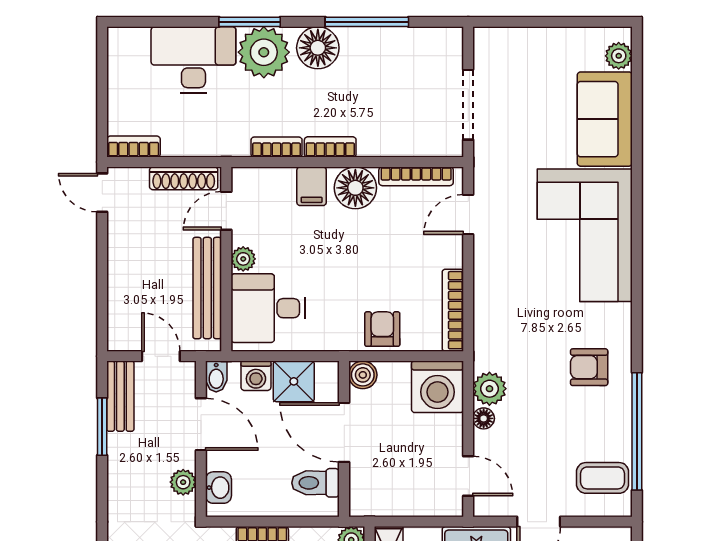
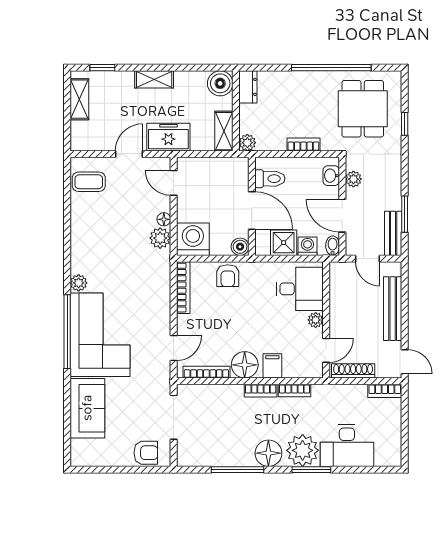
plant: (619, 56) -> (79, 283), moved
bench: (207, 288) -> (393, 309), moved
armchair: (589, 367) -> (146, 453), moved
window: (637, 431) -> (67, 332), moved

